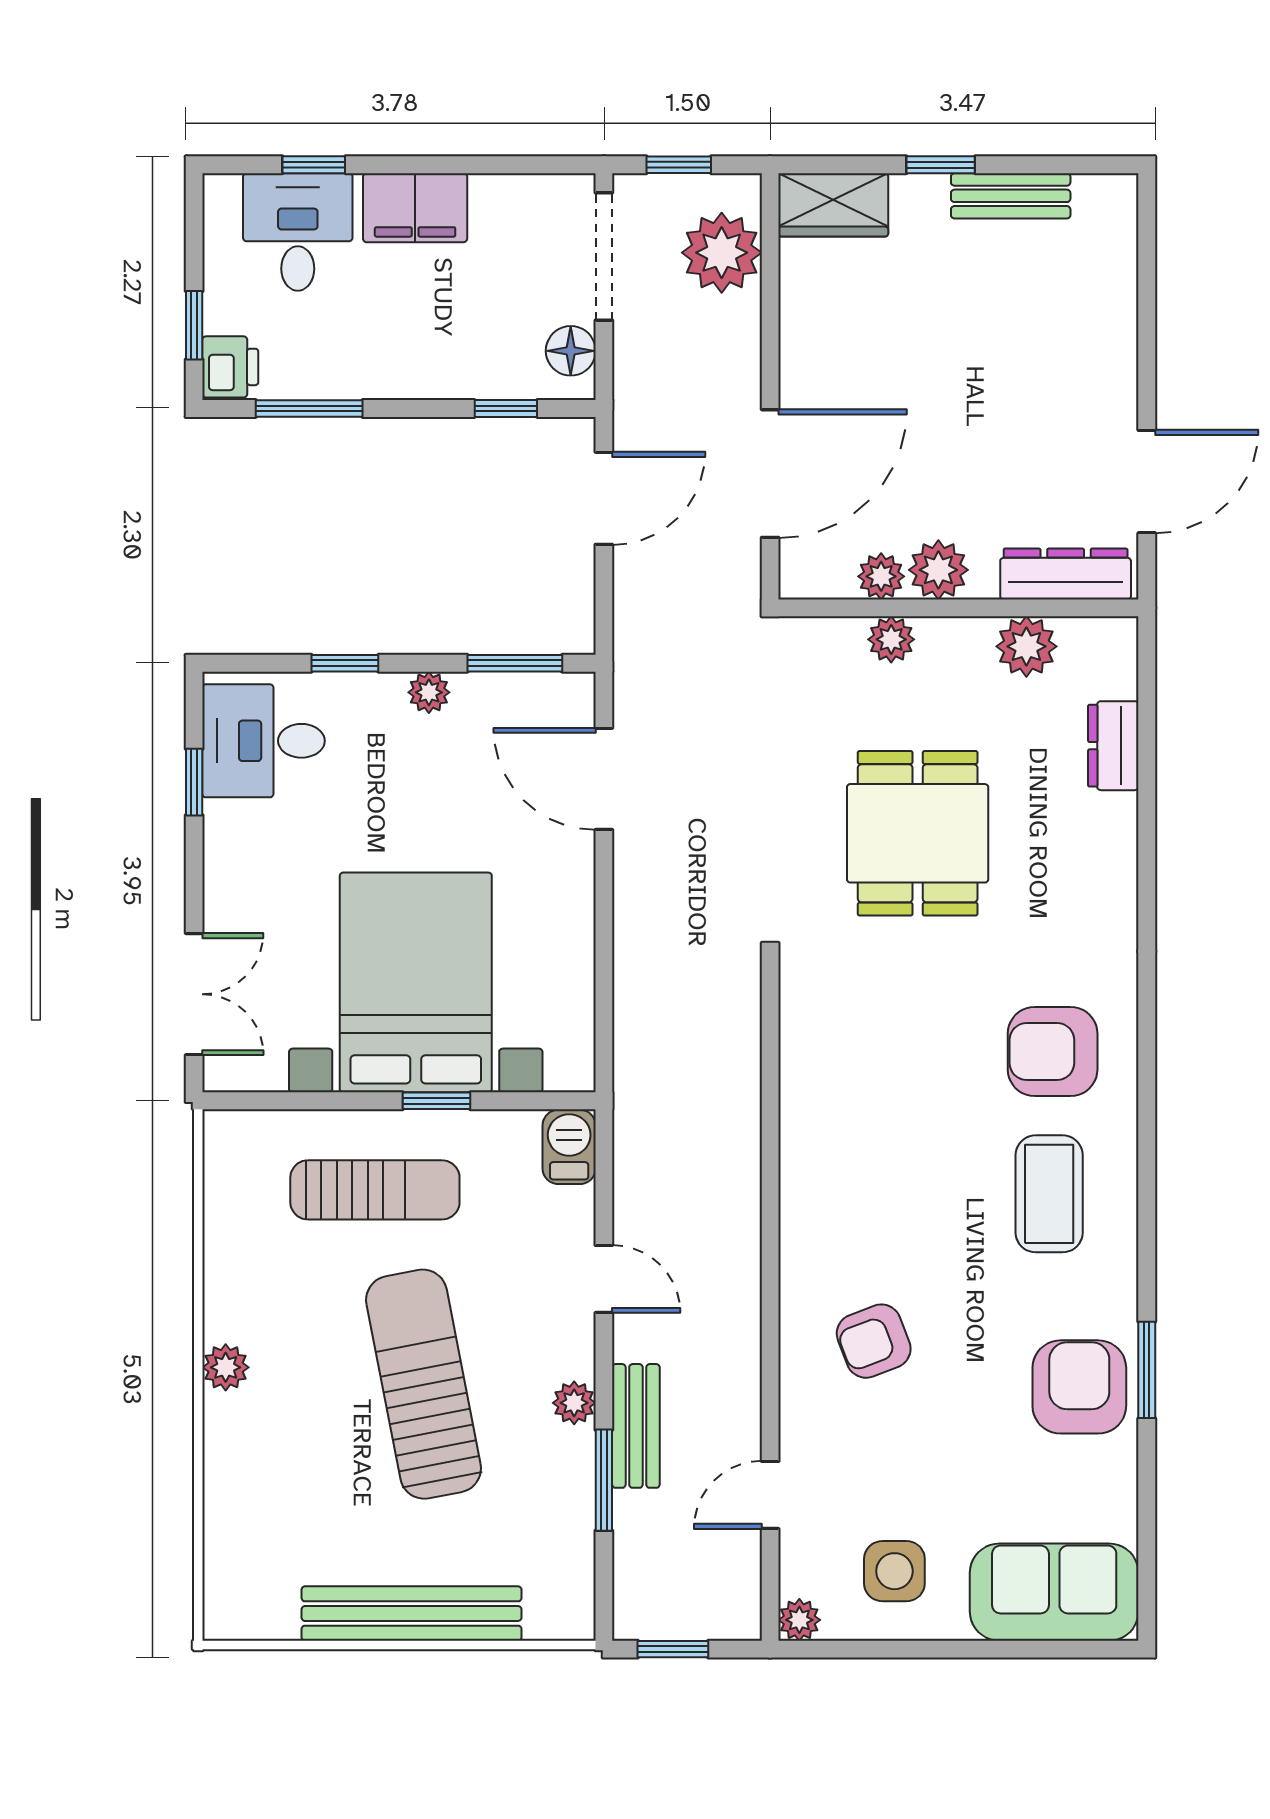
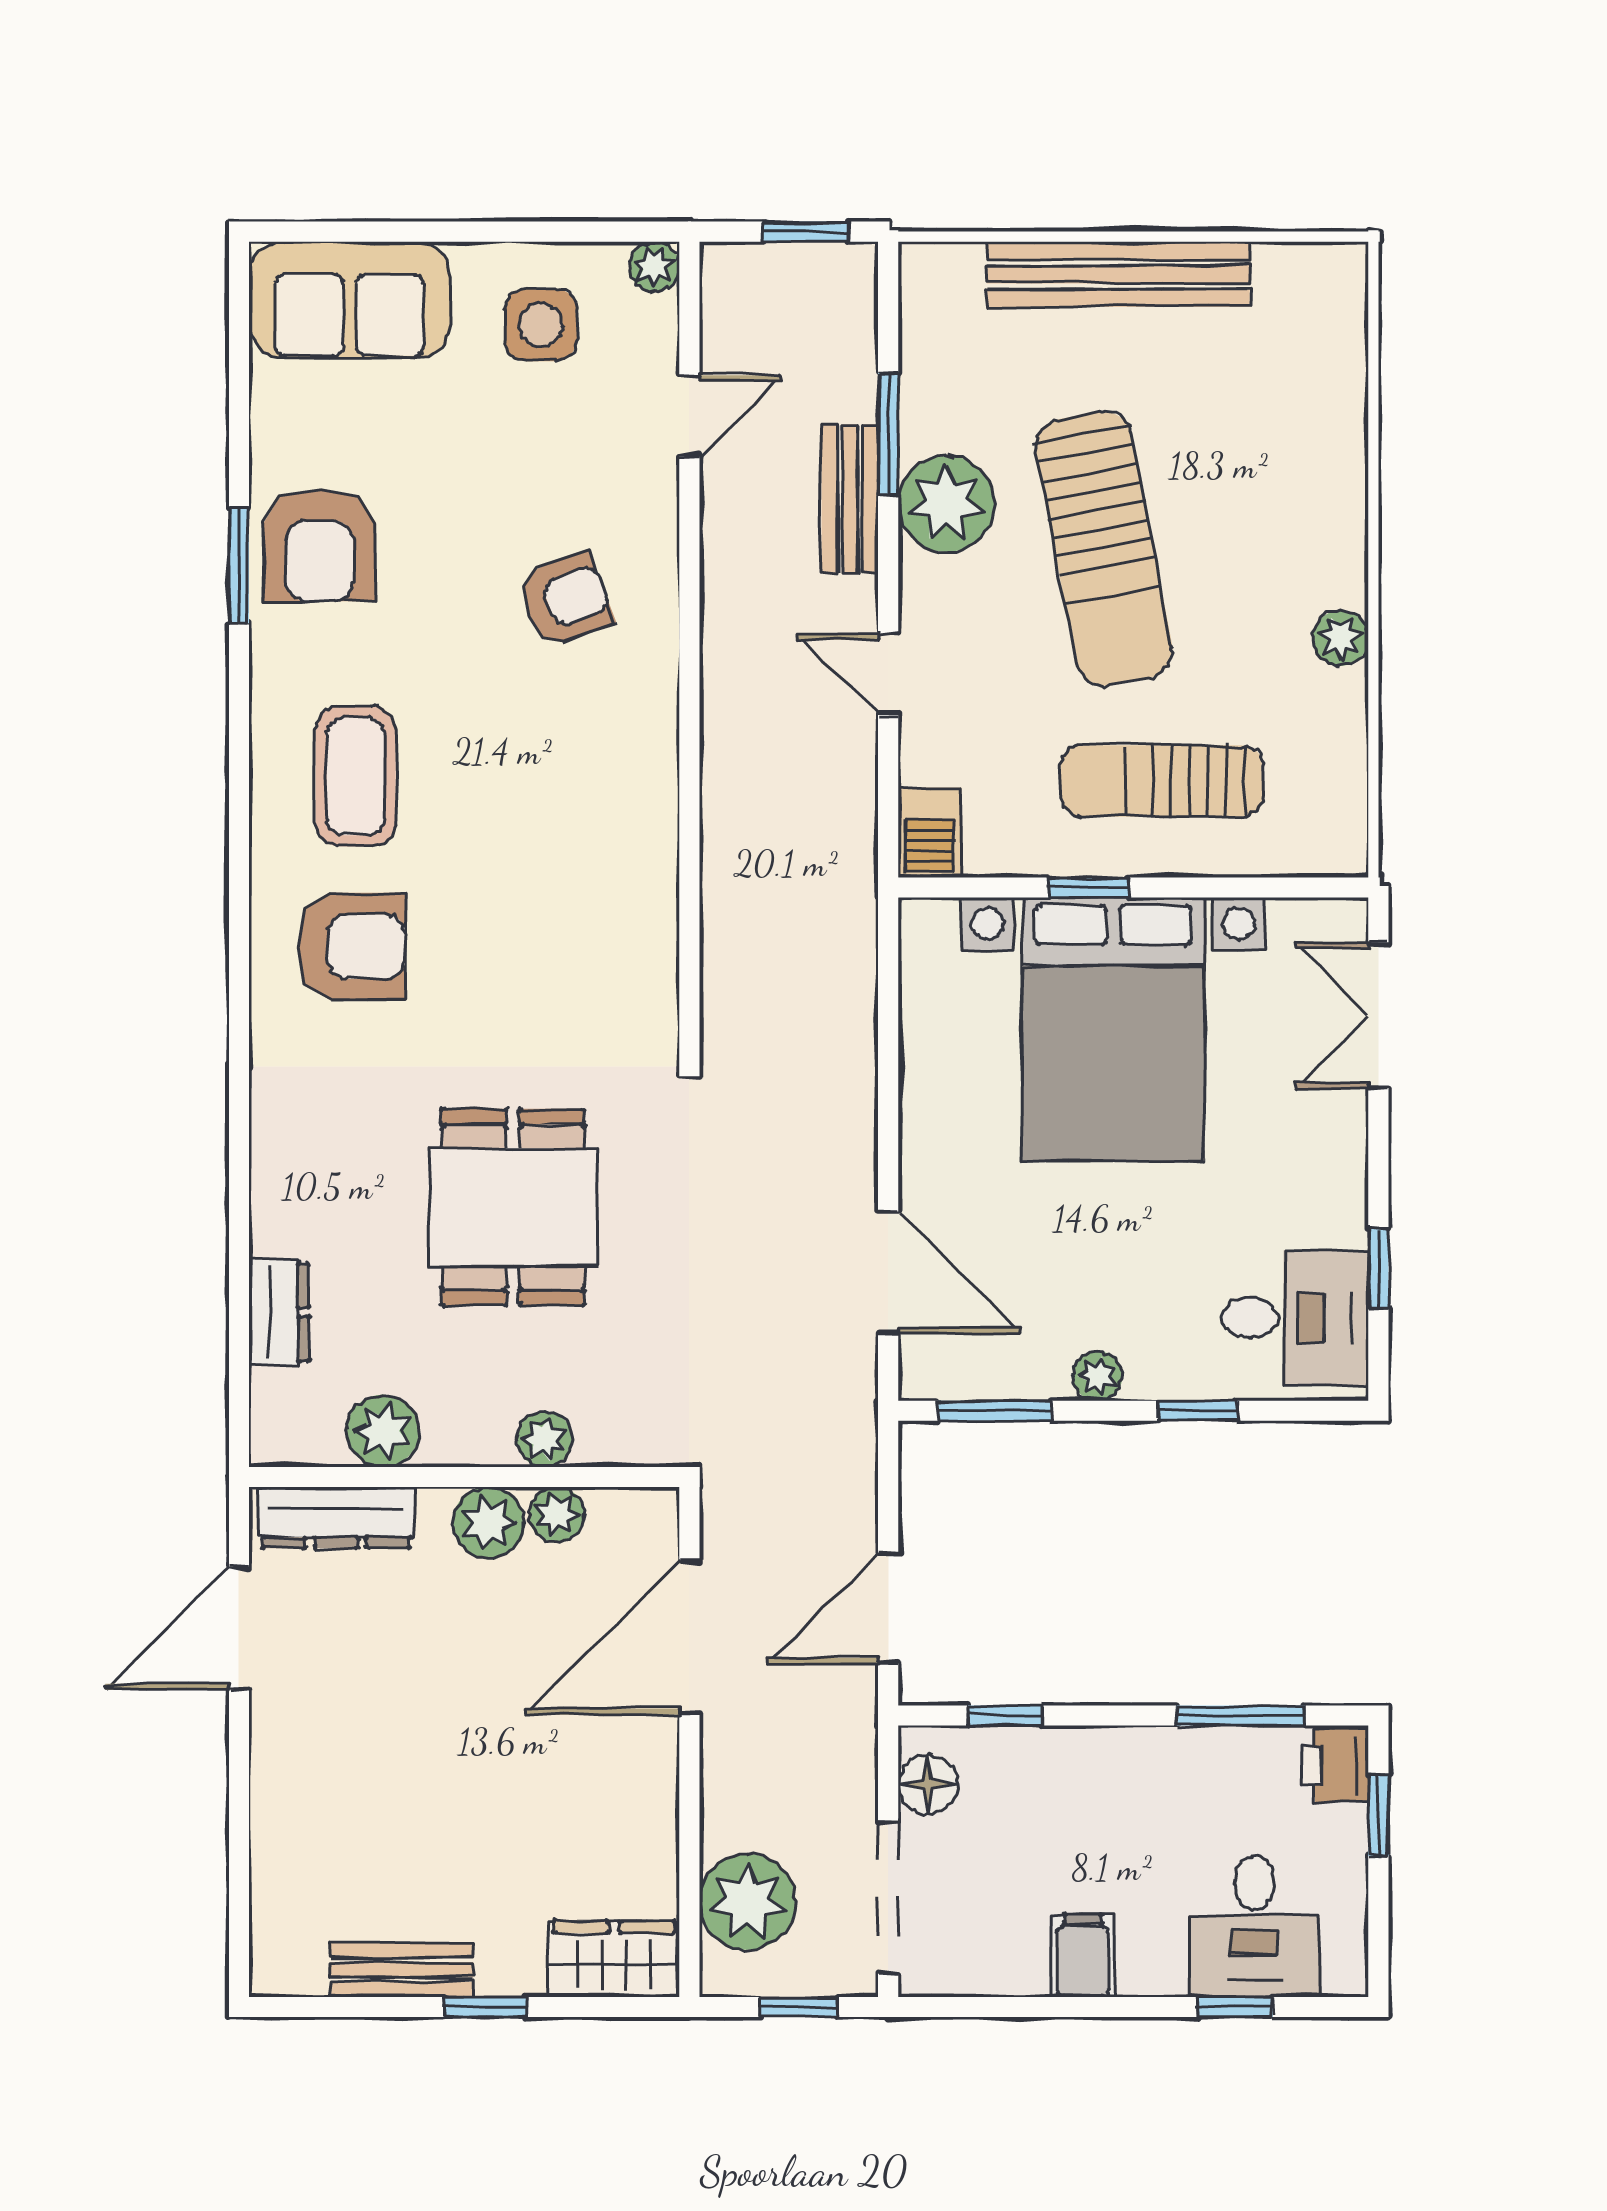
filing cabinet: (415, 208) -> (1083, 1956), width x0.50
plant: (226, 1367) -> (1341, 638), moved
plant: (574, 1403) -> (946, 504), width x1.87, depth x1.87

